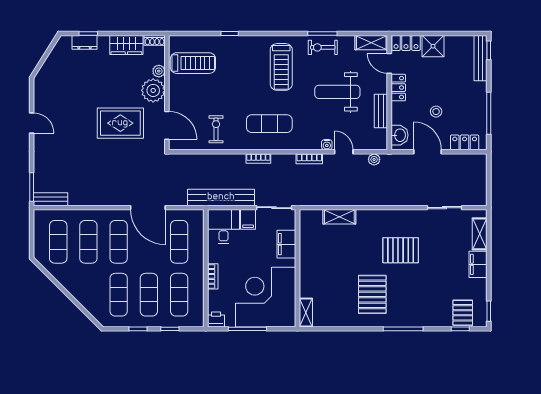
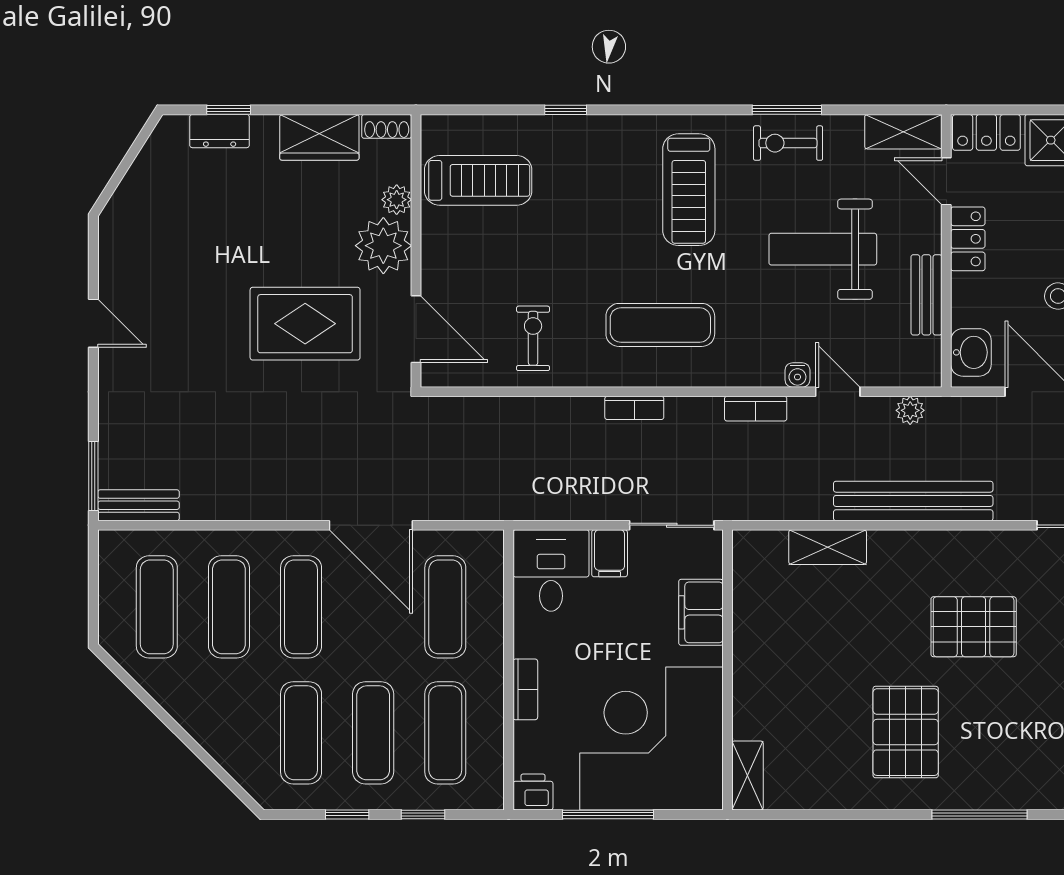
bench: (221, 197) -> (913, 501), moved

